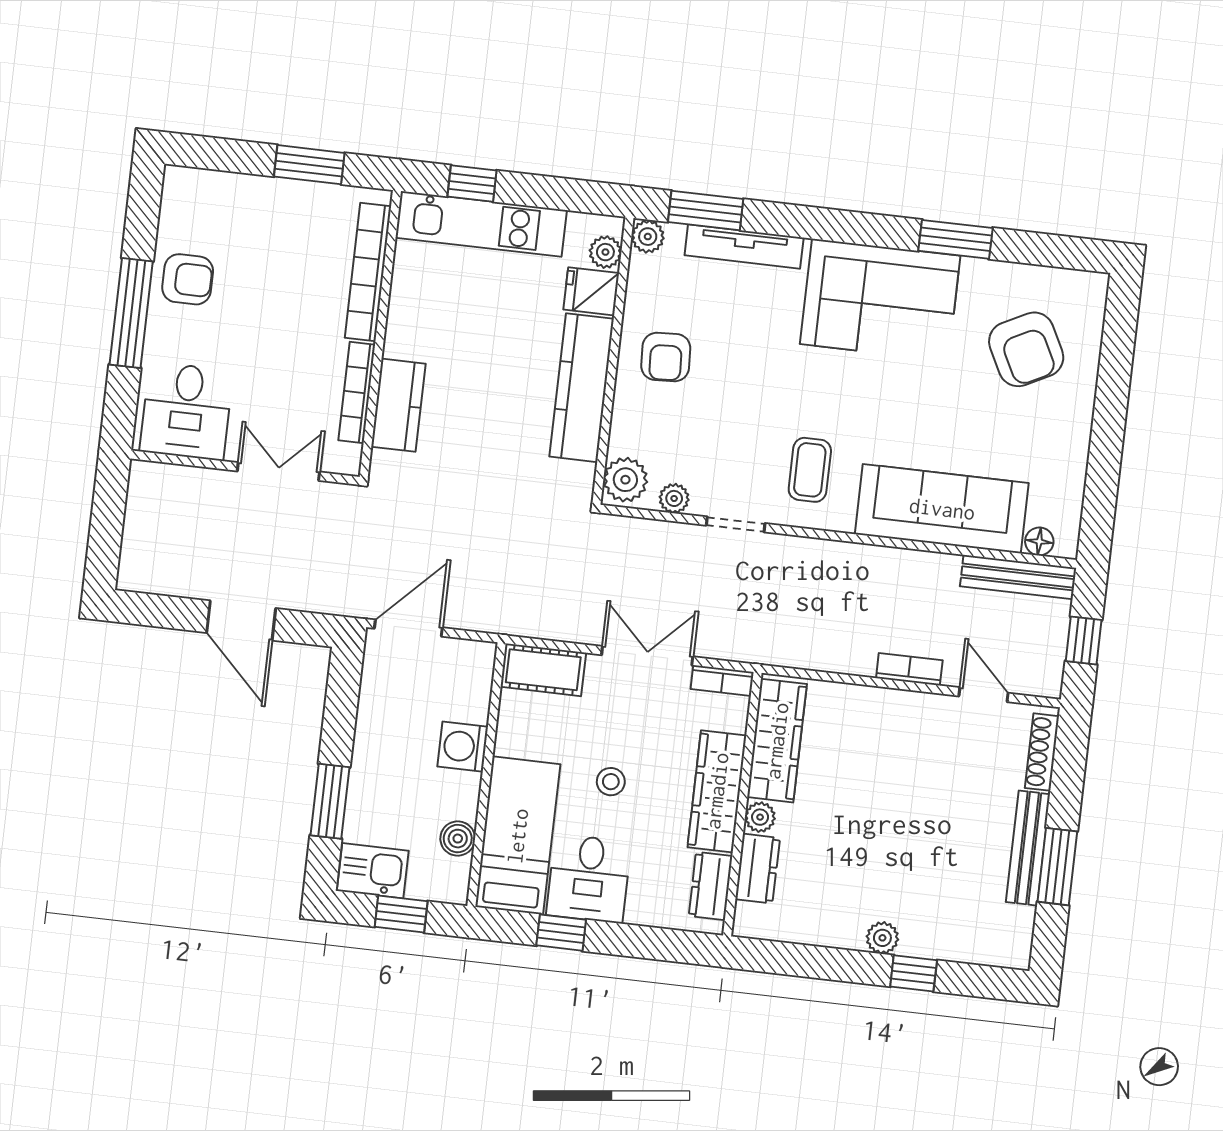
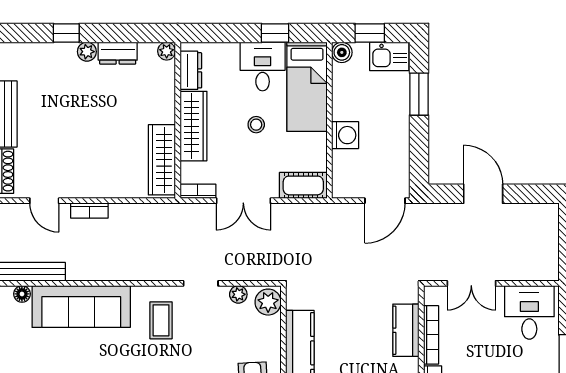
plant: (760, 817) -> (167, 51), moved
boiler: (458, 839) -> (342, 52), moved
dresser: (758, 869) -> (118, 53), moved, turned -90

